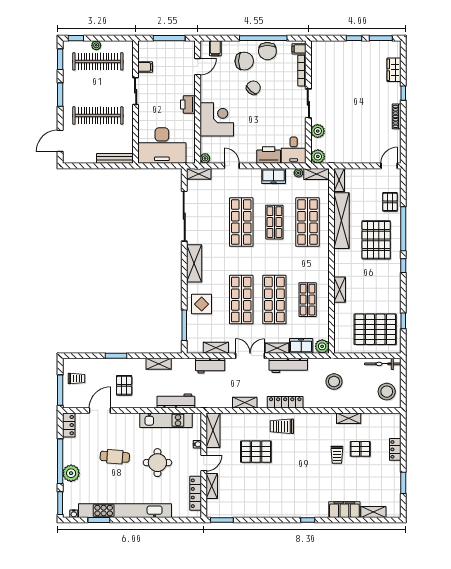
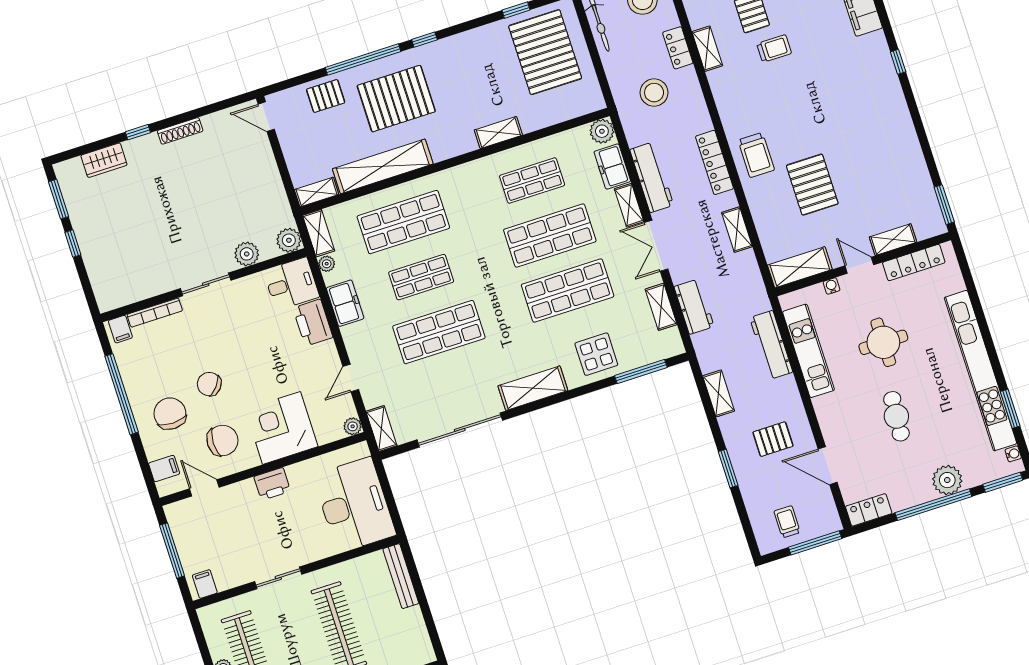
chair: (267, 51) -> (222, 440), moved
filing cabinet: (145, 67) -> (205, 584), moved
locker: (354, 402) -> (678, 48), added

